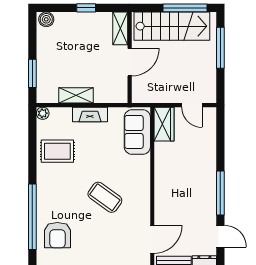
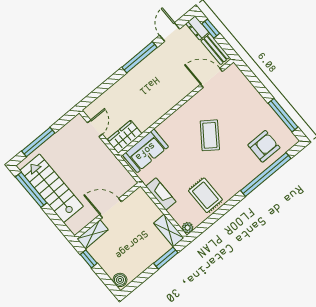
shelving: (120, 28) -> (93, 234), moved
wall: (130, 58) -> (107, 211), moved
door: (130, 62) -> (111, 208), moved
shelving: (76, 95) -> (169, 230), moved

